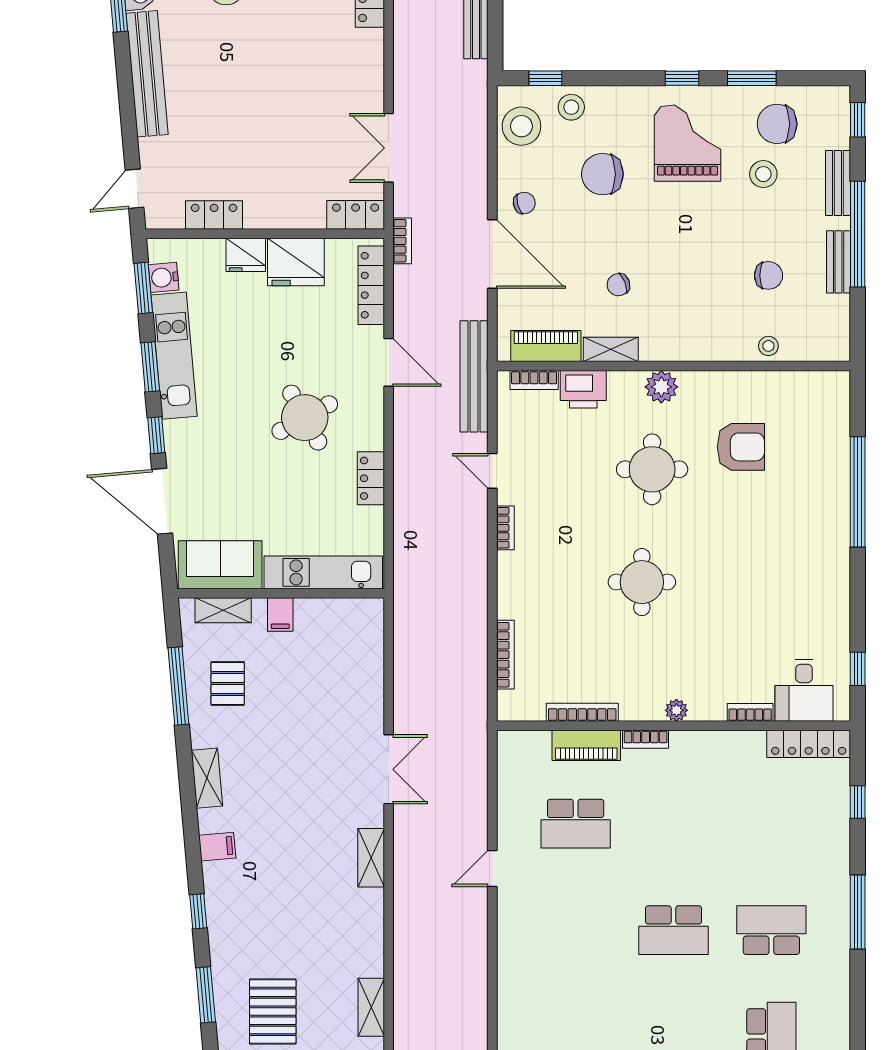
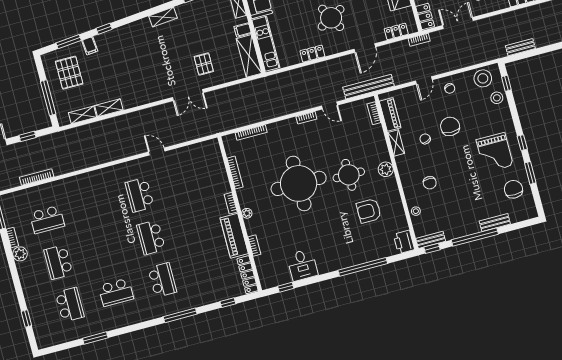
window: (858, 120) -> (432, 248), moved
grand piano: (688, 143) -> (495, 153), turned 90
chair: (602, 174) -> (450, 126), moved
stool: (763, 174) -> (490, 189), removed
door: (492, 254) -> (424, 80), width x0.53
bench: (839, 262) -> (431, 240), moved
chair: (768, 275) -> (430, 183), moved
locker: (371, 285) -> (396, 31), width x0.66
printer: (583, 389) -> (404, 242), moved
armchair: (741, 447) -> (369, 211), turned 90
door: (492, 471) -> (330, 106), swing flipped
round table: (642, 582) -> (299, 183), width x1.86, depth x1.86
shelving: (340, 616) -> (249, 56), added
pallet: (228, 684) -> (204, 64), moved, turned 90
desk: (804, 690) -> (302, 265), moved, turned -90
piano: (586, 745) -> (234, 236), moved, width x1.37, depth x1.33
school desk: (576, 824) -> (140, 195), moved
filing cabinet: (217, 847) -> (90, 46), moved
shelving: (371, 858) -> (109, 108), moved
pallet: (273, 1011) -> (69, 73), turned 90

